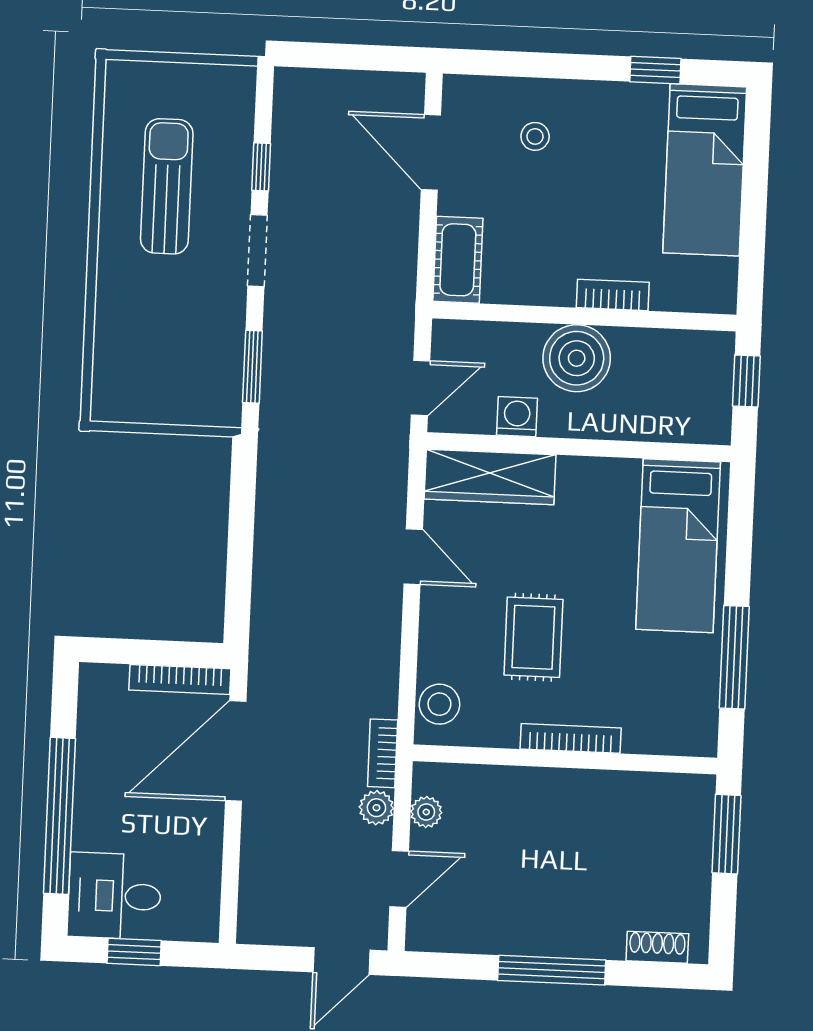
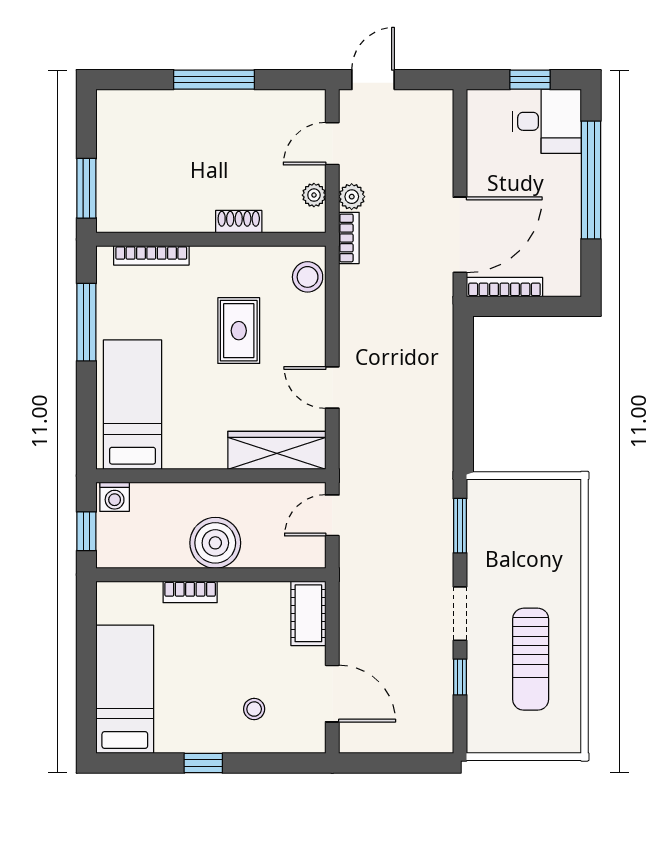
window: (655, 70) -> (203, 763), moved
washing machine: (517, 417) -> (115, 497), moved
bookcase: (571, 738) -> (151, 255), moved
shoe rack: (657, 947) -> (239, 222), moved, turned 180

